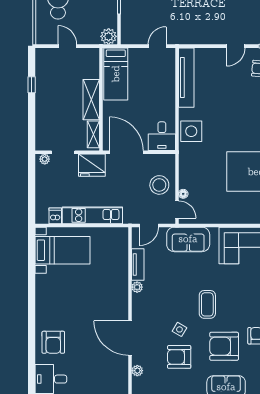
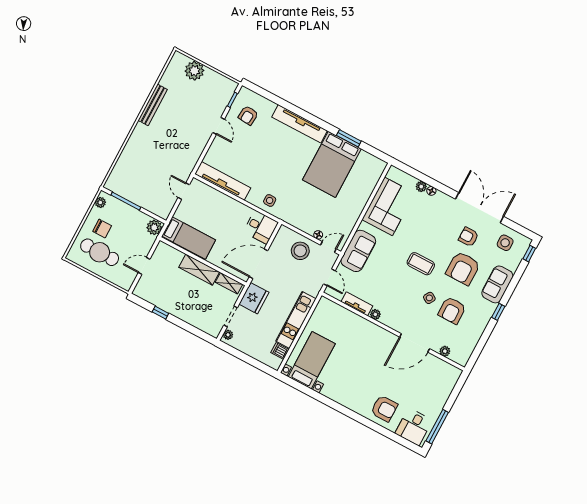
side table: (191, 131) -> (270, 200), width x0.54, depth x0.54

